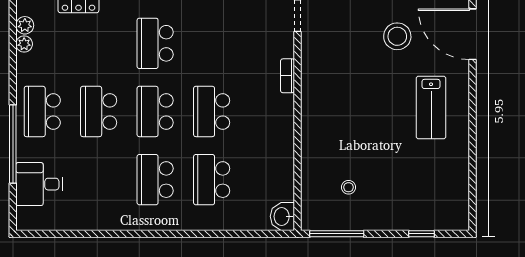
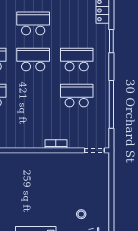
stool: (397, 36) -> (81, 214), width x0.53, depth x0.53
school desk: (212, 111) -> (77, 96), moved

